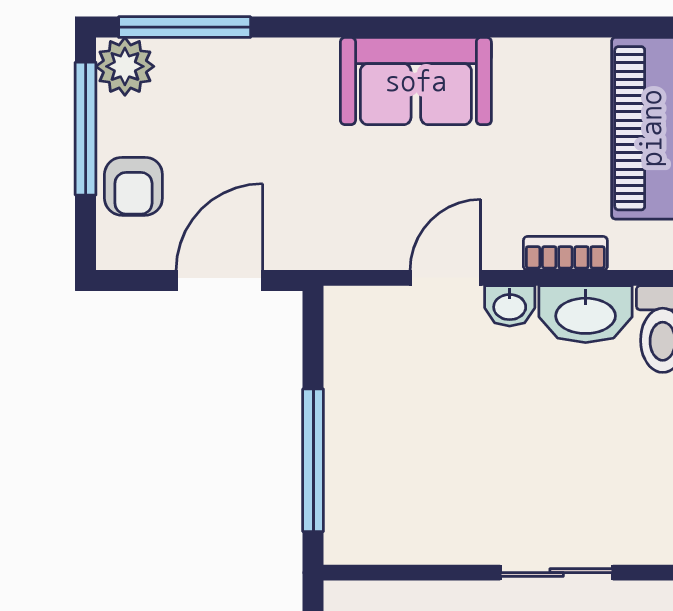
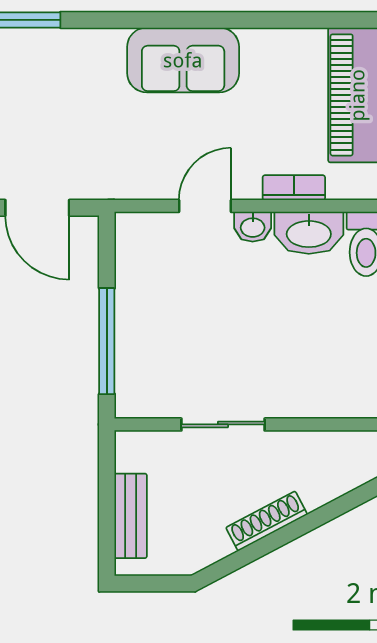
door: (219, 280) -> (37, 208), swing flipped
sliding door: (557, 573) -> (223, 424), moved

